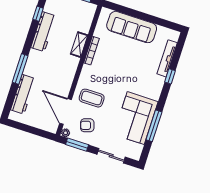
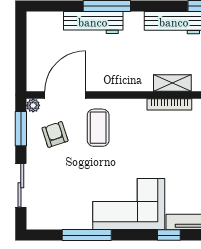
workbench: (23, 94) -> (93, 23), moved
corner sofa: (136, 118) -> (129, 204), moved

